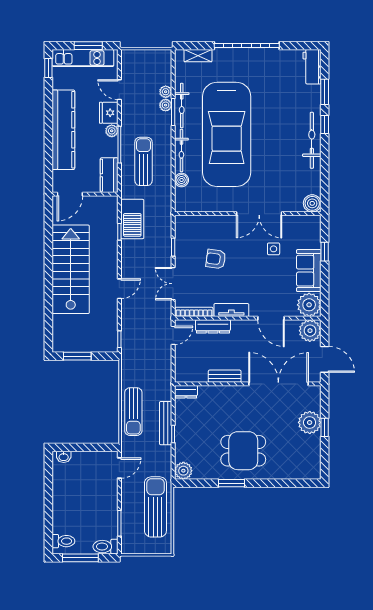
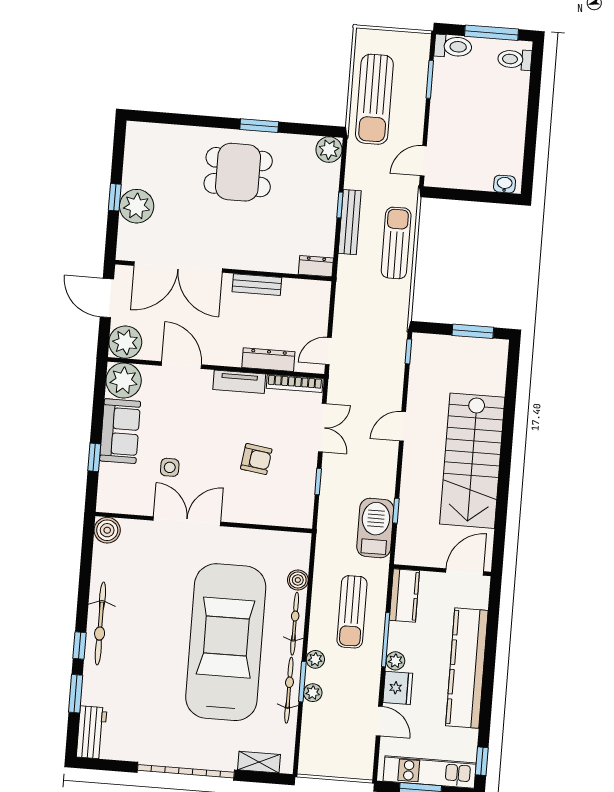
plant: (166, 92) -> (315, 659), moved

